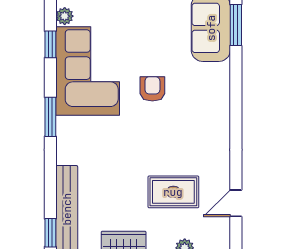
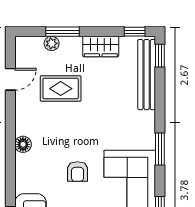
floor lamp: (220, 123) -> (23, 144), added

